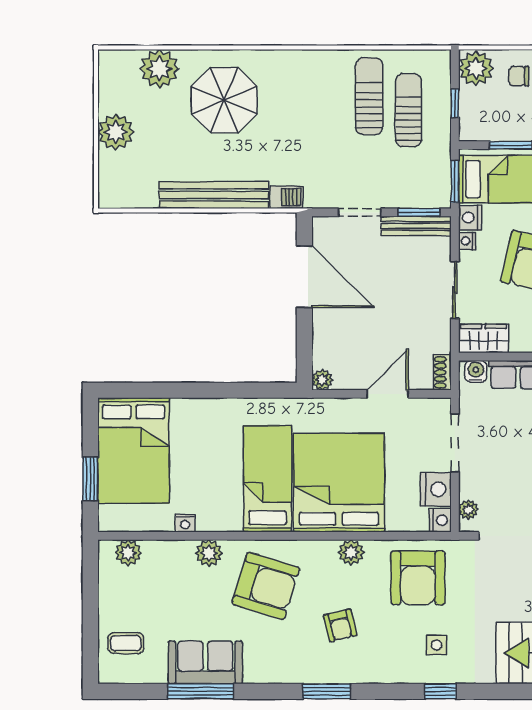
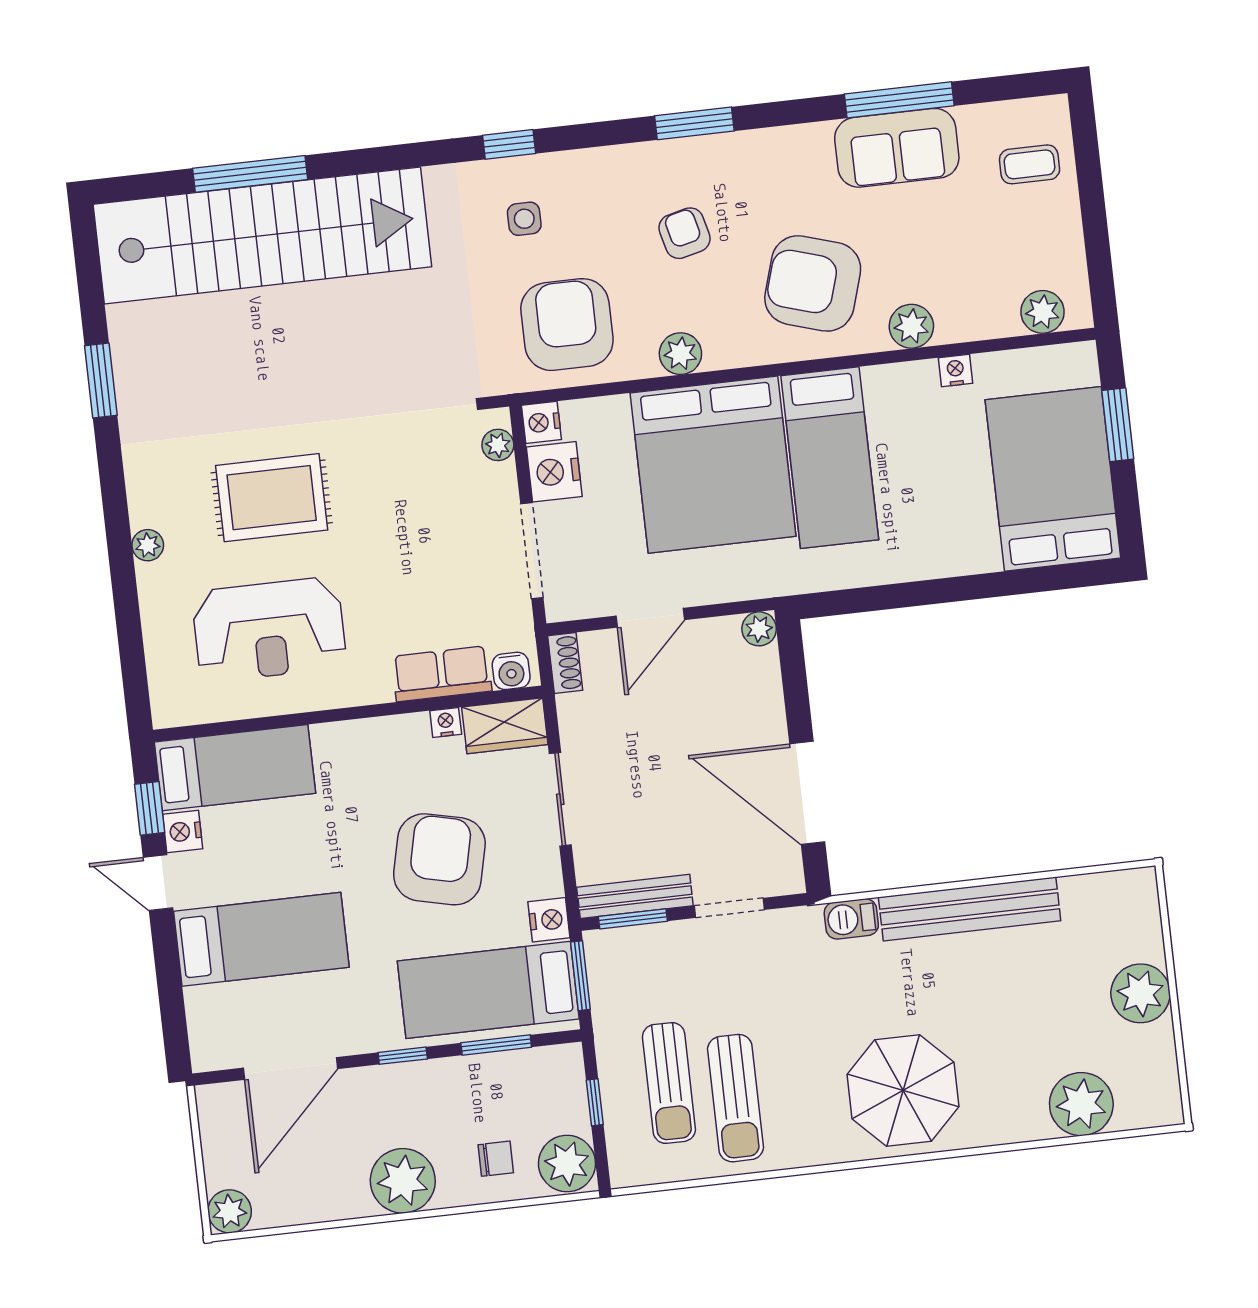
parasol: (224, 100) -> (903, 1091), moved
nightstand: (467, 241) -> (446, 722), moved, turned -90

